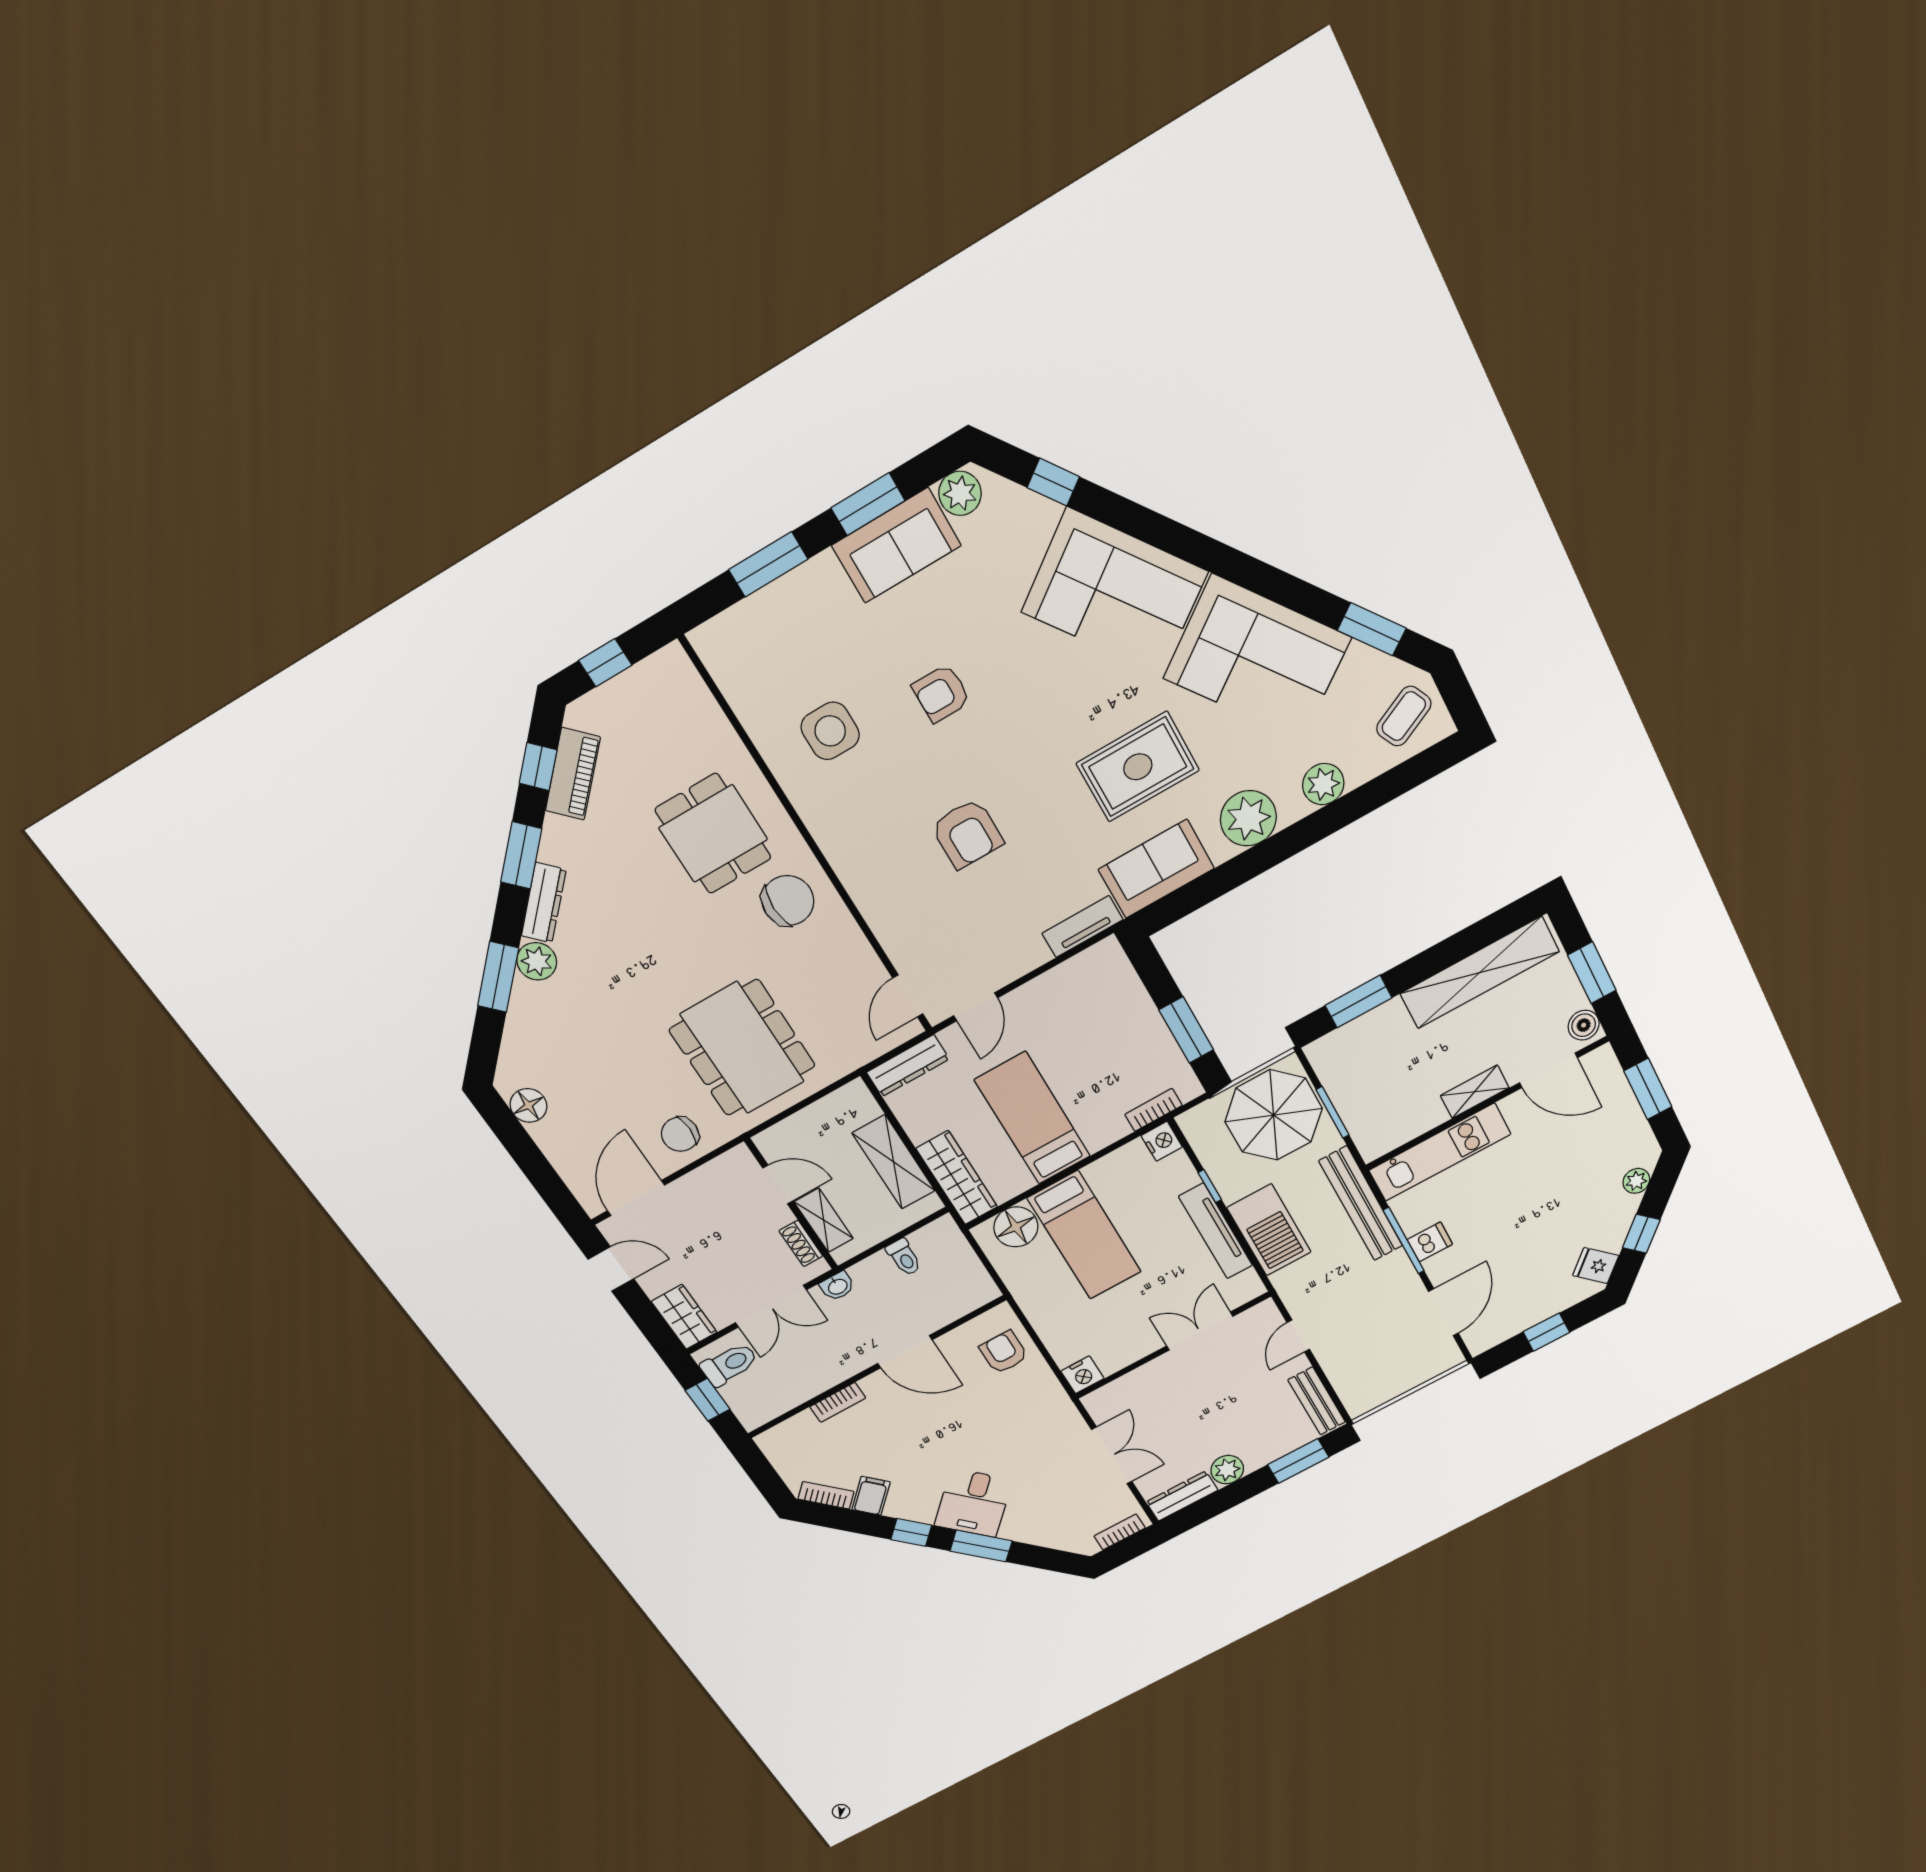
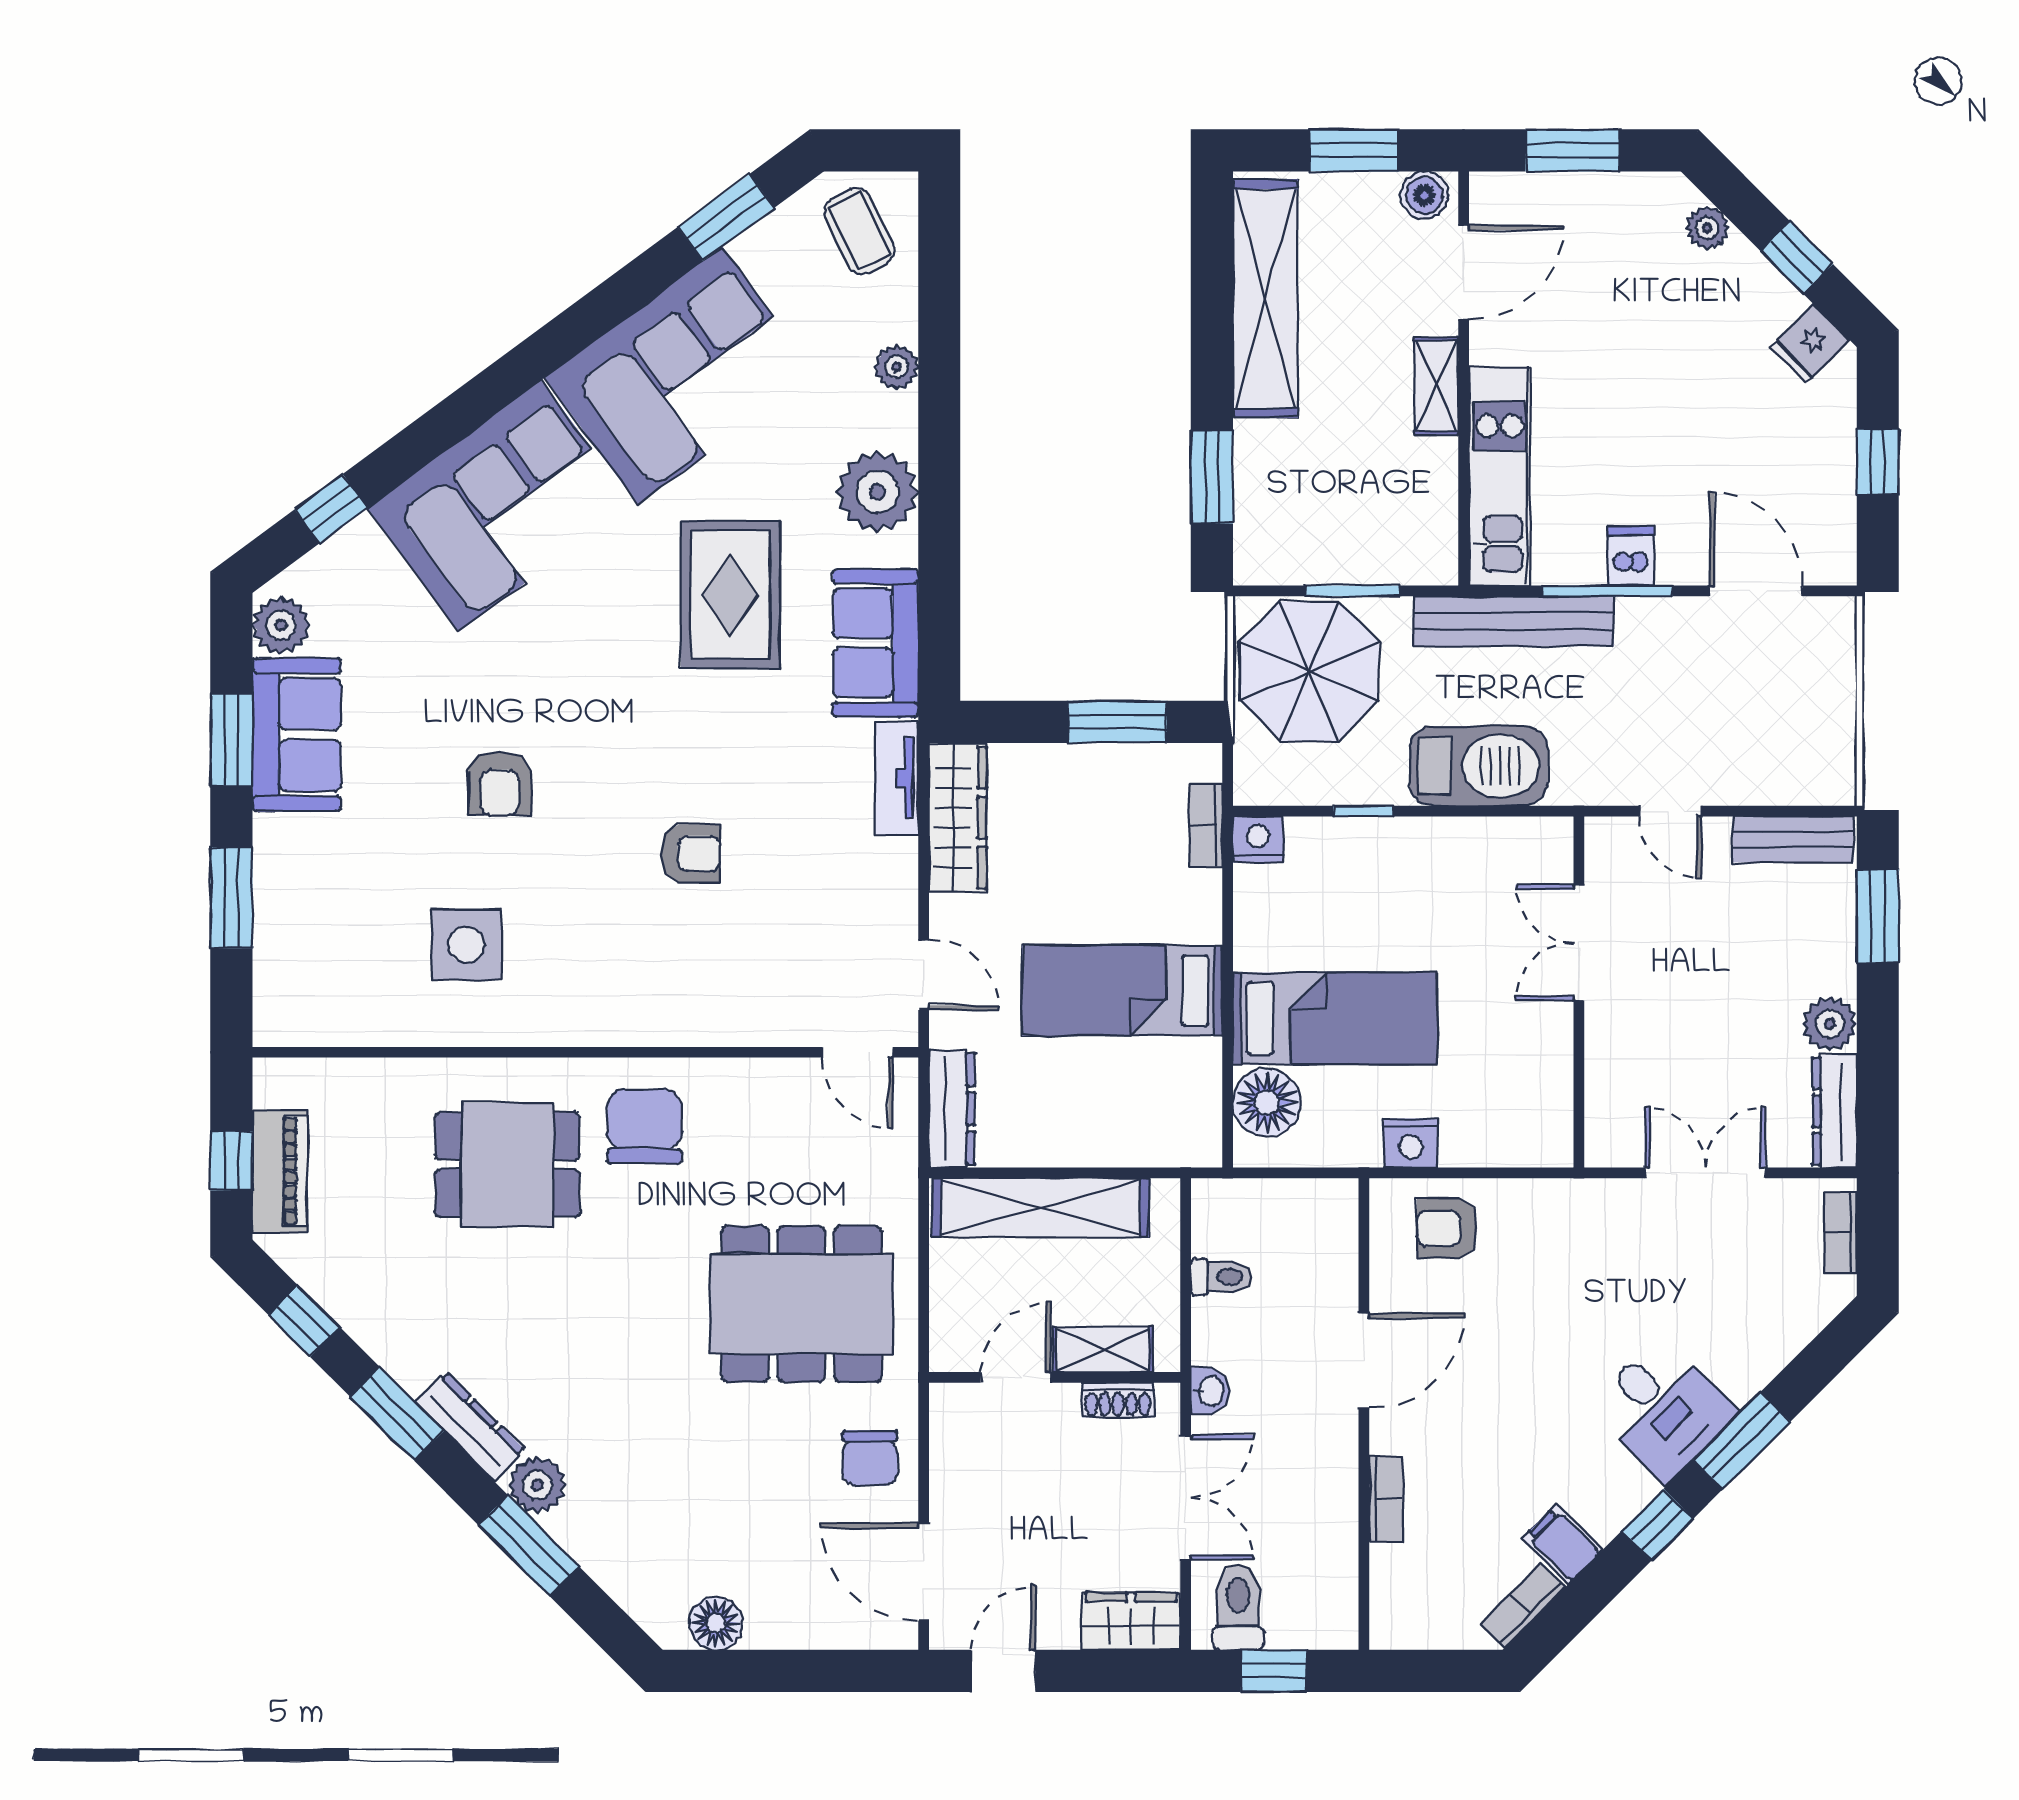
piano: (573, 774) -> (280, 1171), moved, turned 45
plant: (1323, 784) -> (896, 367), width x0.73, depth x0.73
armchair: (967, 834) -> (691, 854), width x0.72, depth x0.72
shelving: (894, 1162) -> (1040, 1208), width x1.47
wardrobe: (957, 1178) -> (958, 818), moved, turned 90
tv unit: (1216, 1231) -> (1436, 839), removed
nightstand: (1082, 1375) -> (1411, 1143), moved, turned 90

